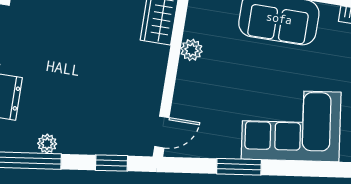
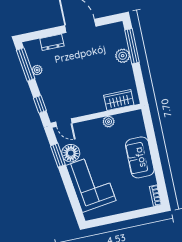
floor lamp: (222, 141) -> (71, 153), added
window: (239, 167) -> (58, 155), moved

